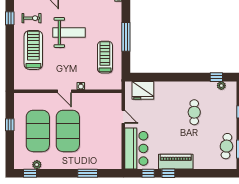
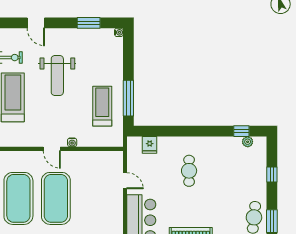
weight bench: (69, 32) -> (57, 75), turned 90
window: (126, 37) -> (128, 98), moved
fridge: (143, 90) -> (150, 145), width x0.53, depth x0.75
cafe table: (194, 112) -> (189, 171), moved

